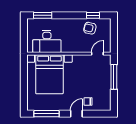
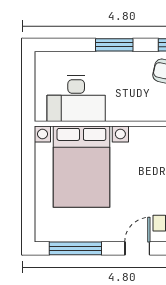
window: (43, 15) -> (114, 45), moved

